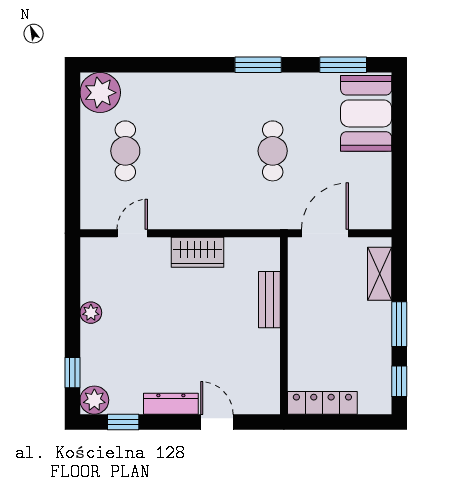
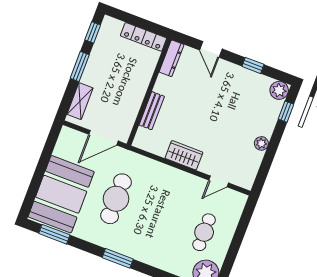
window: (258, 65) -> (118, 258), moved
booth: (366, 113) -> (61, 194), width x1.36, depth x1.42
cafe table: (273, 151) -> (116, 199), width x1.37, depth x1.35
dresser: (171, 404) -> (172, 58), moved, turned -90
window: (123, 422) -> (253, 65), moved

